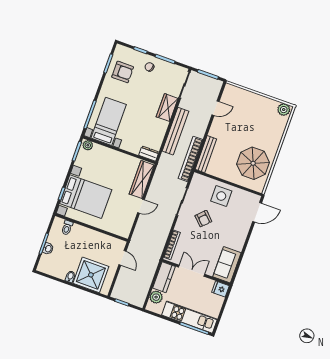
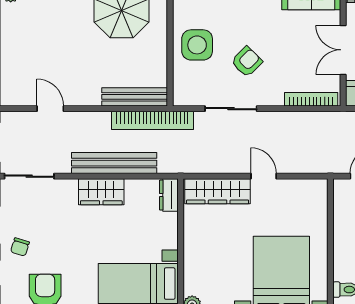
wardrobe: (167, 108) -> (101, 192), moved

